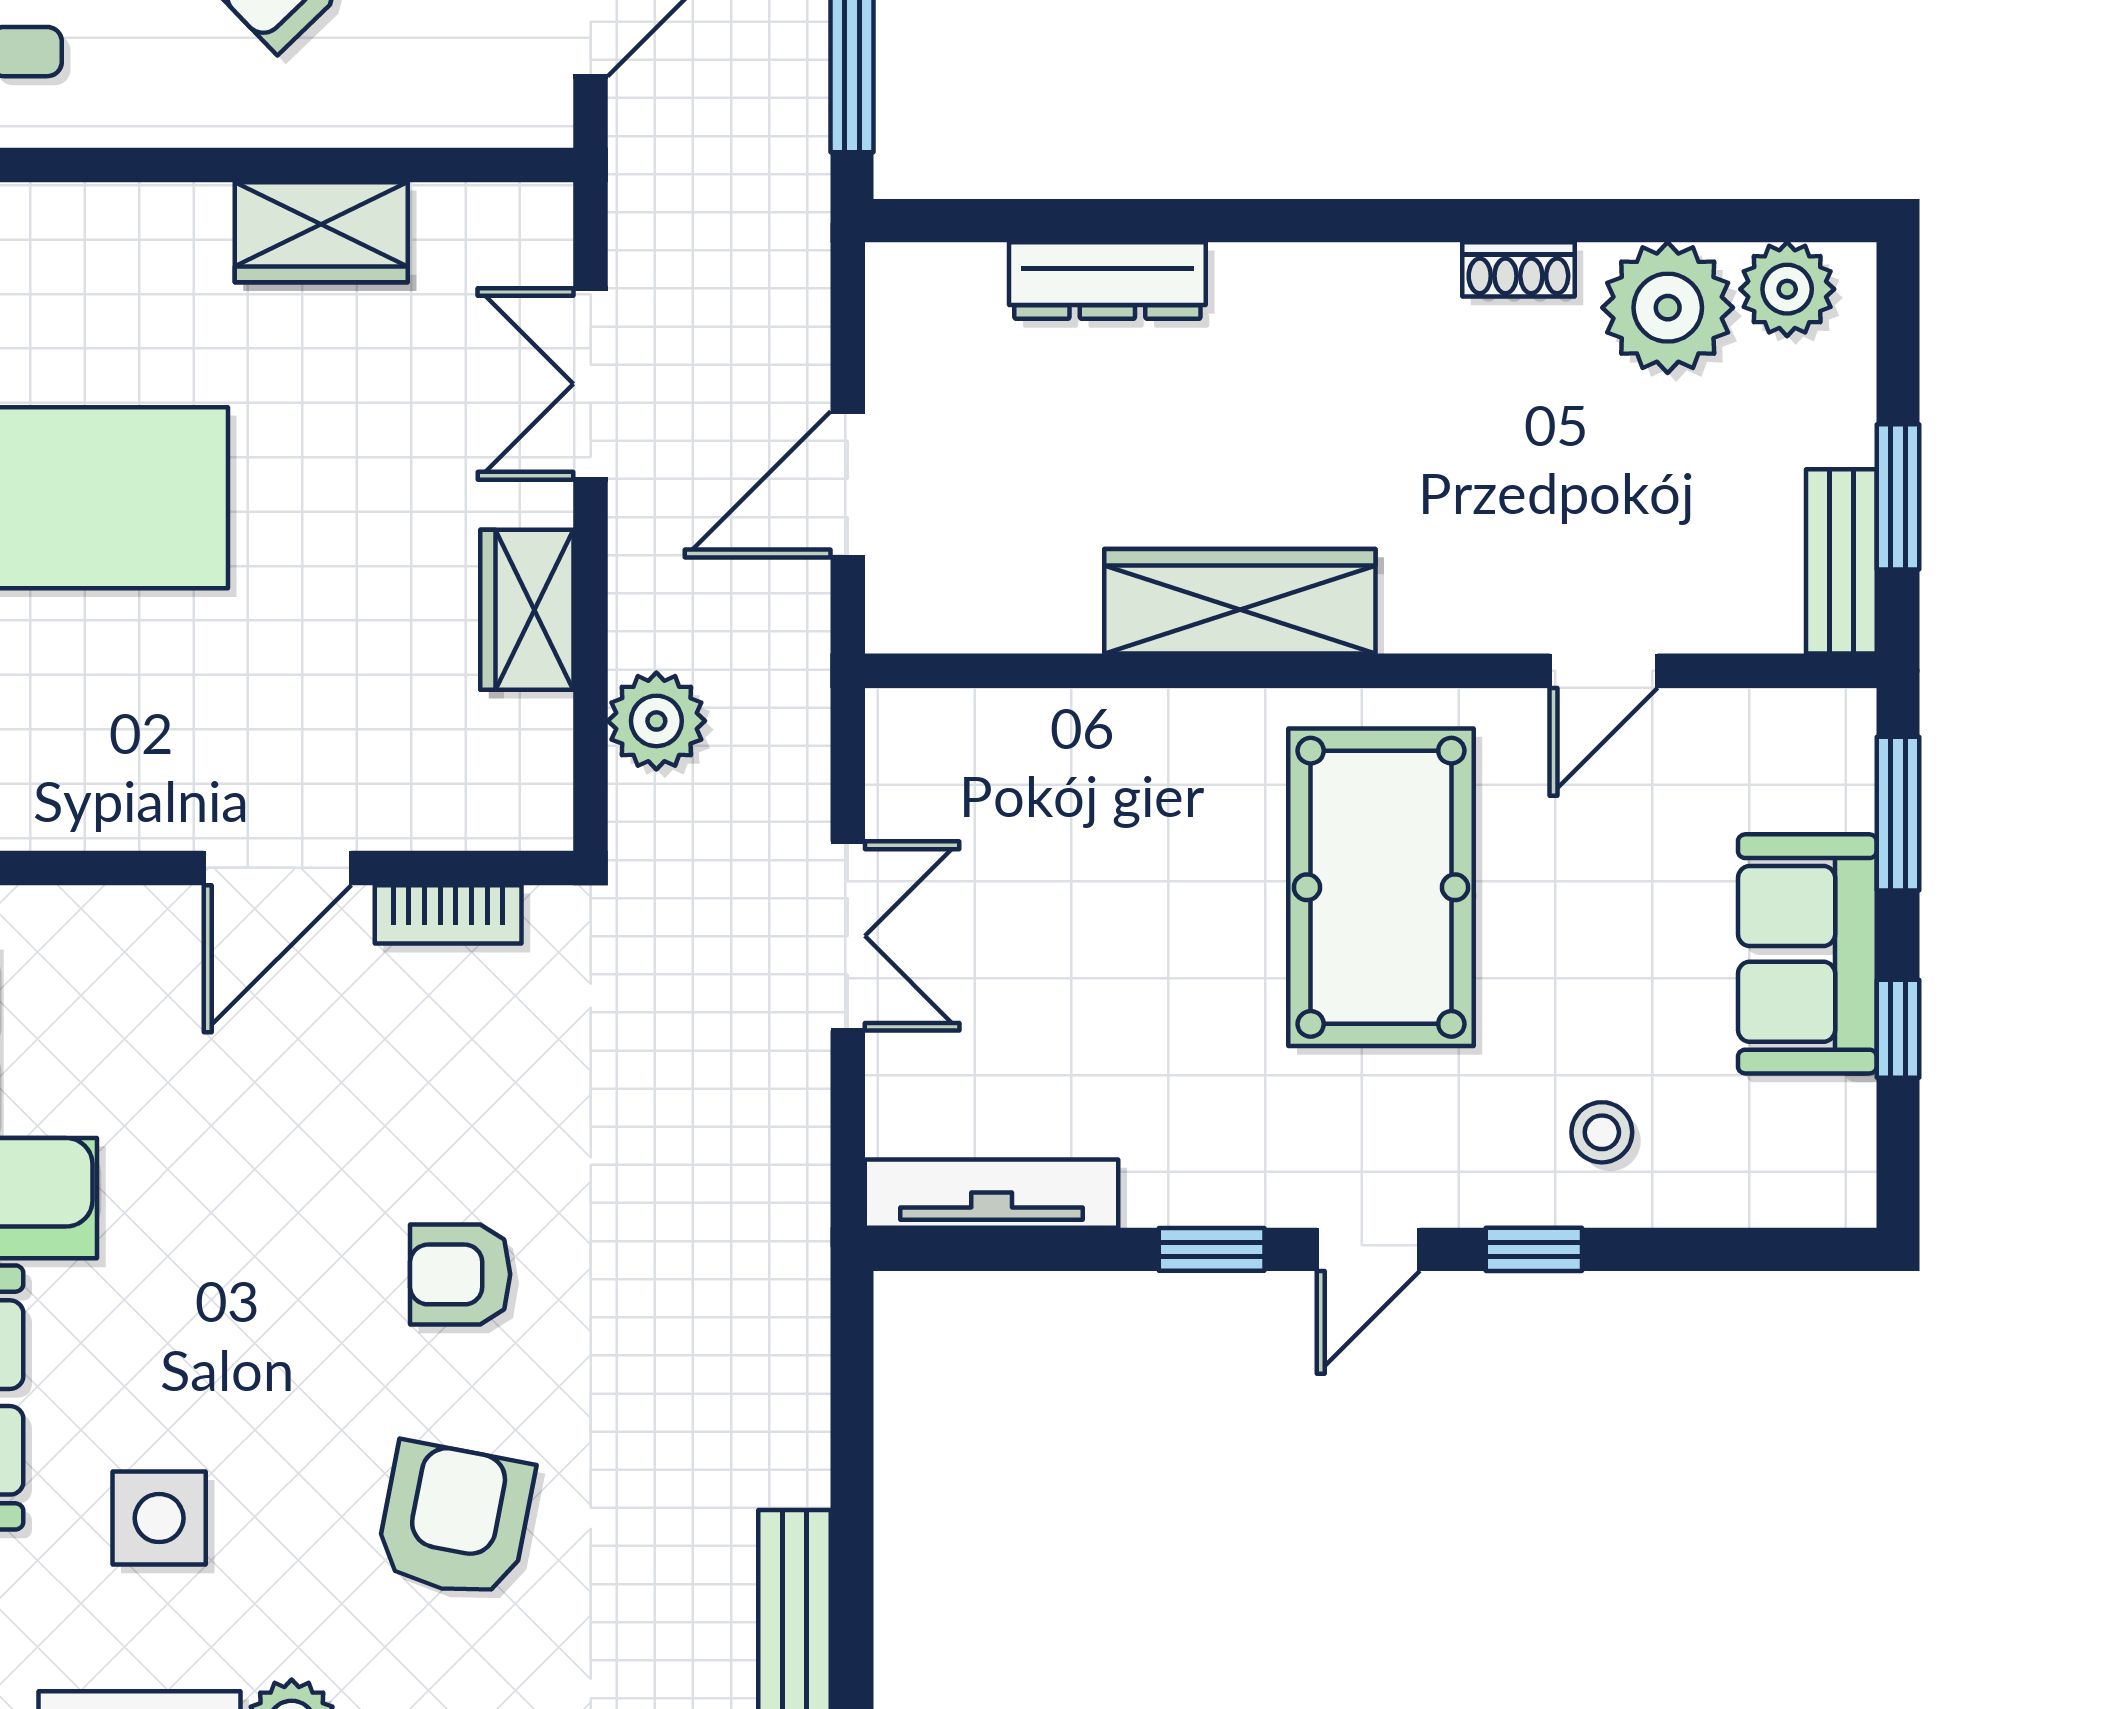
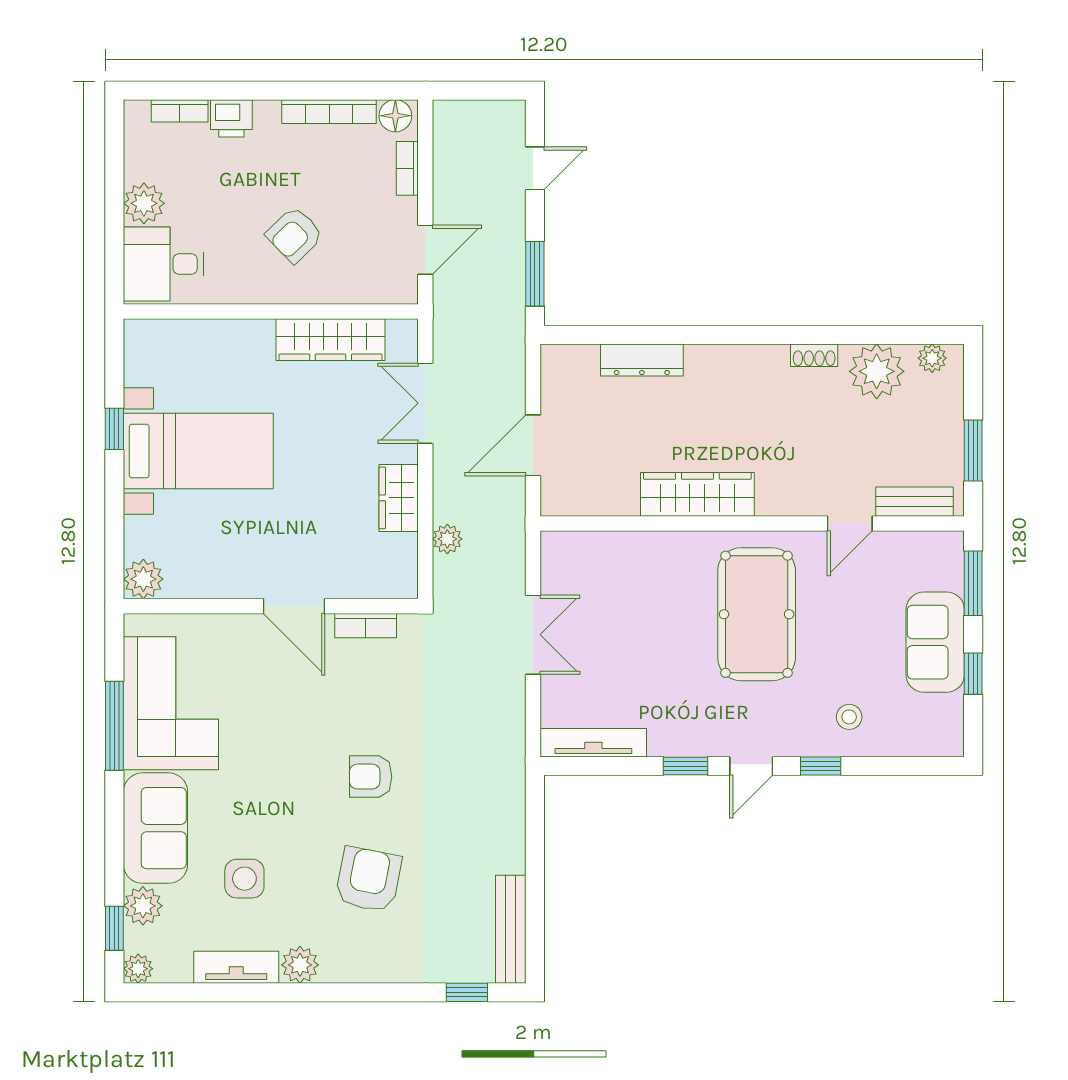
wardrobe: (321, 232) -> (331, 340), width x1.50
plant: (1787, 289) -> (932, 358), width x0.73, depth x0.73
bench: (1841, 561) -> (915, 502), moved, turned 90
plant: (656, 721) -> (447, 539), width x0.73, depth x0.73
door: (278, 868) -> (294, 606), hinge flipped

